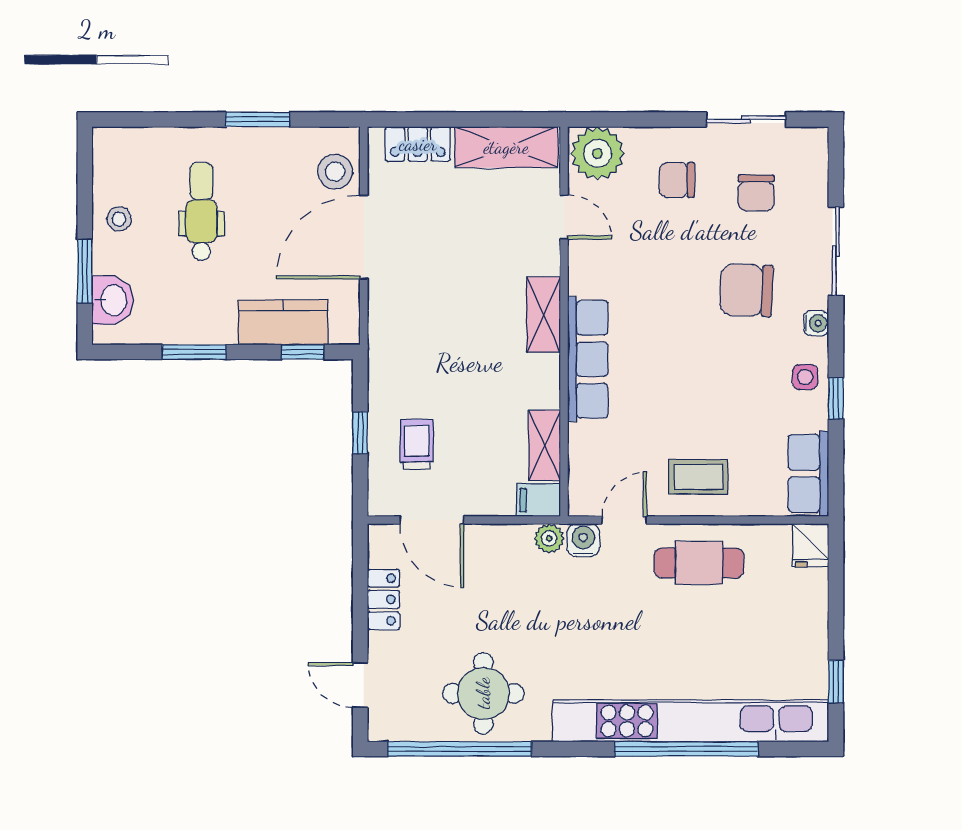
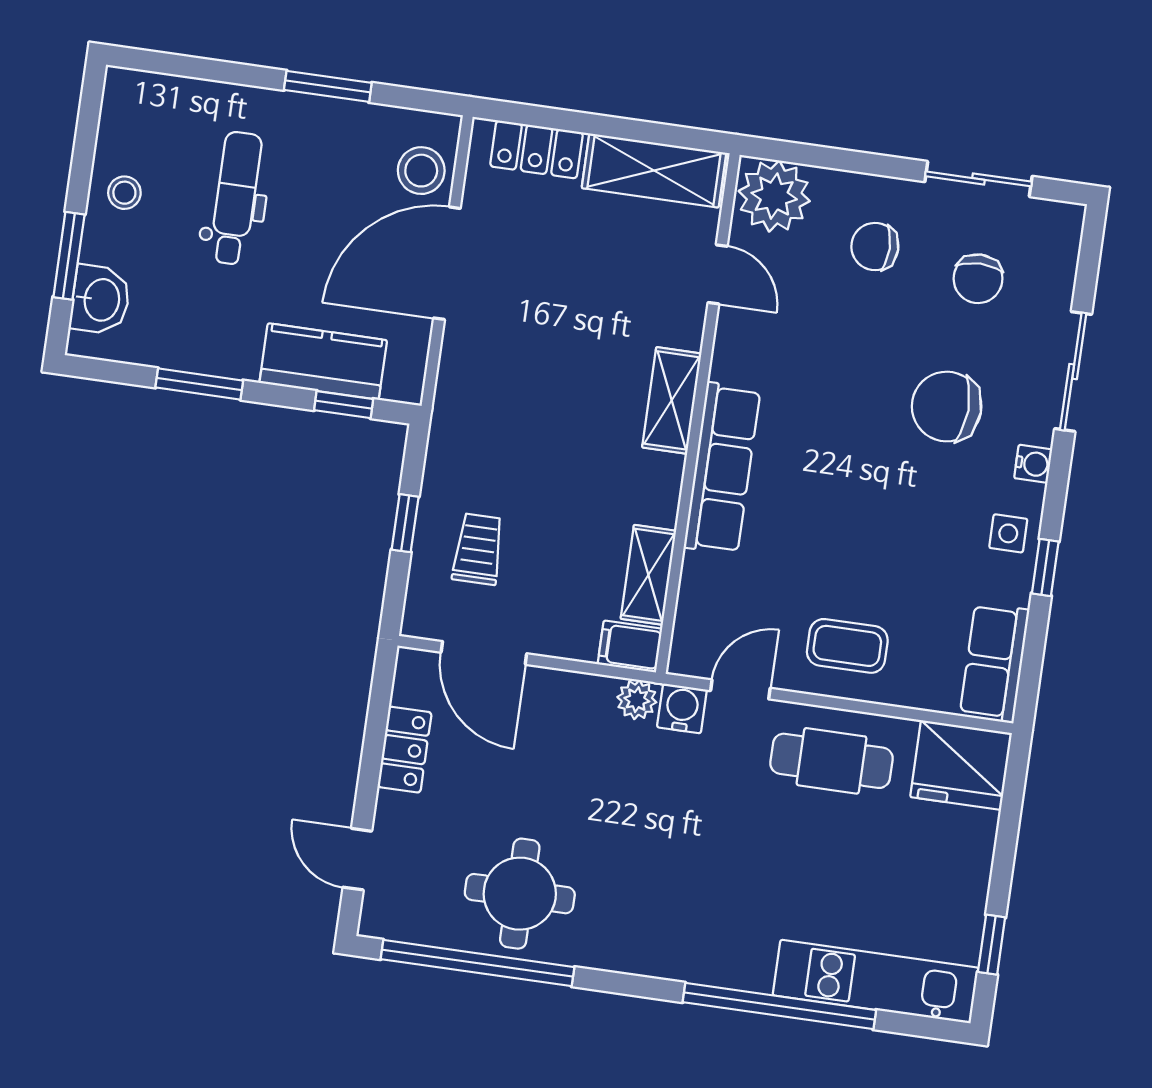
fridge: (811, 545) -> (961, 765), width x1.88, depth x1.34
kitchen unit: (691, 721) -> (876, 982), width x0.54

